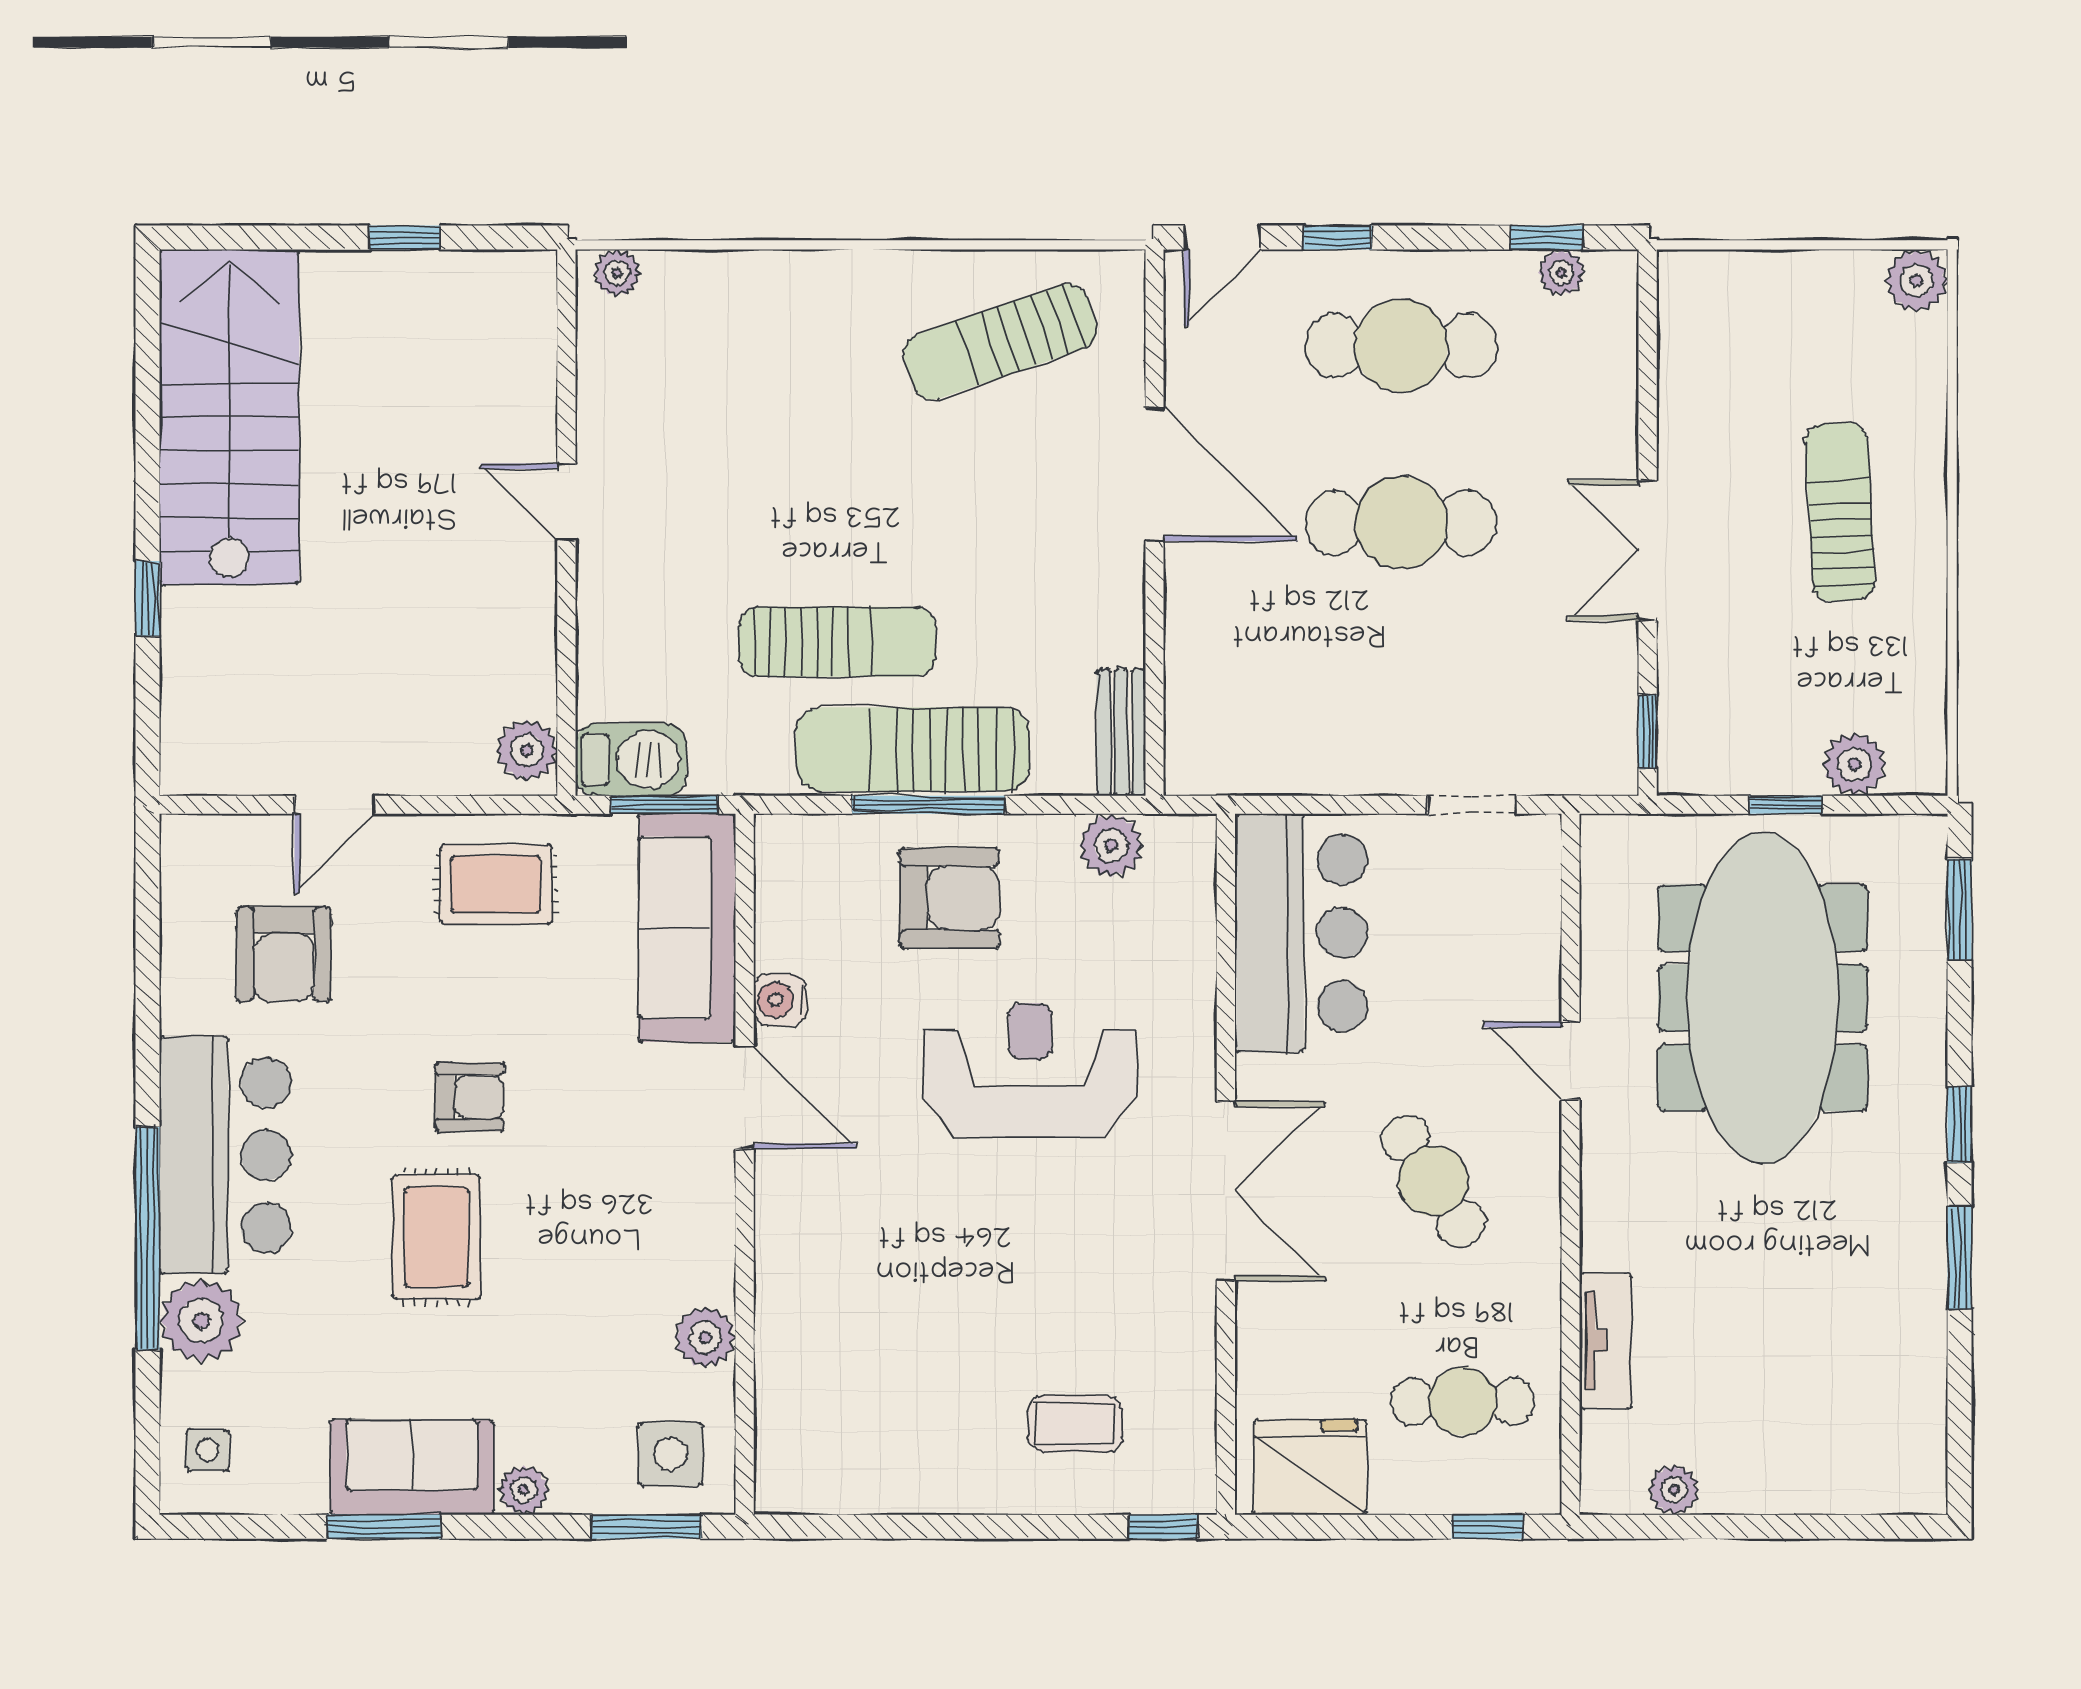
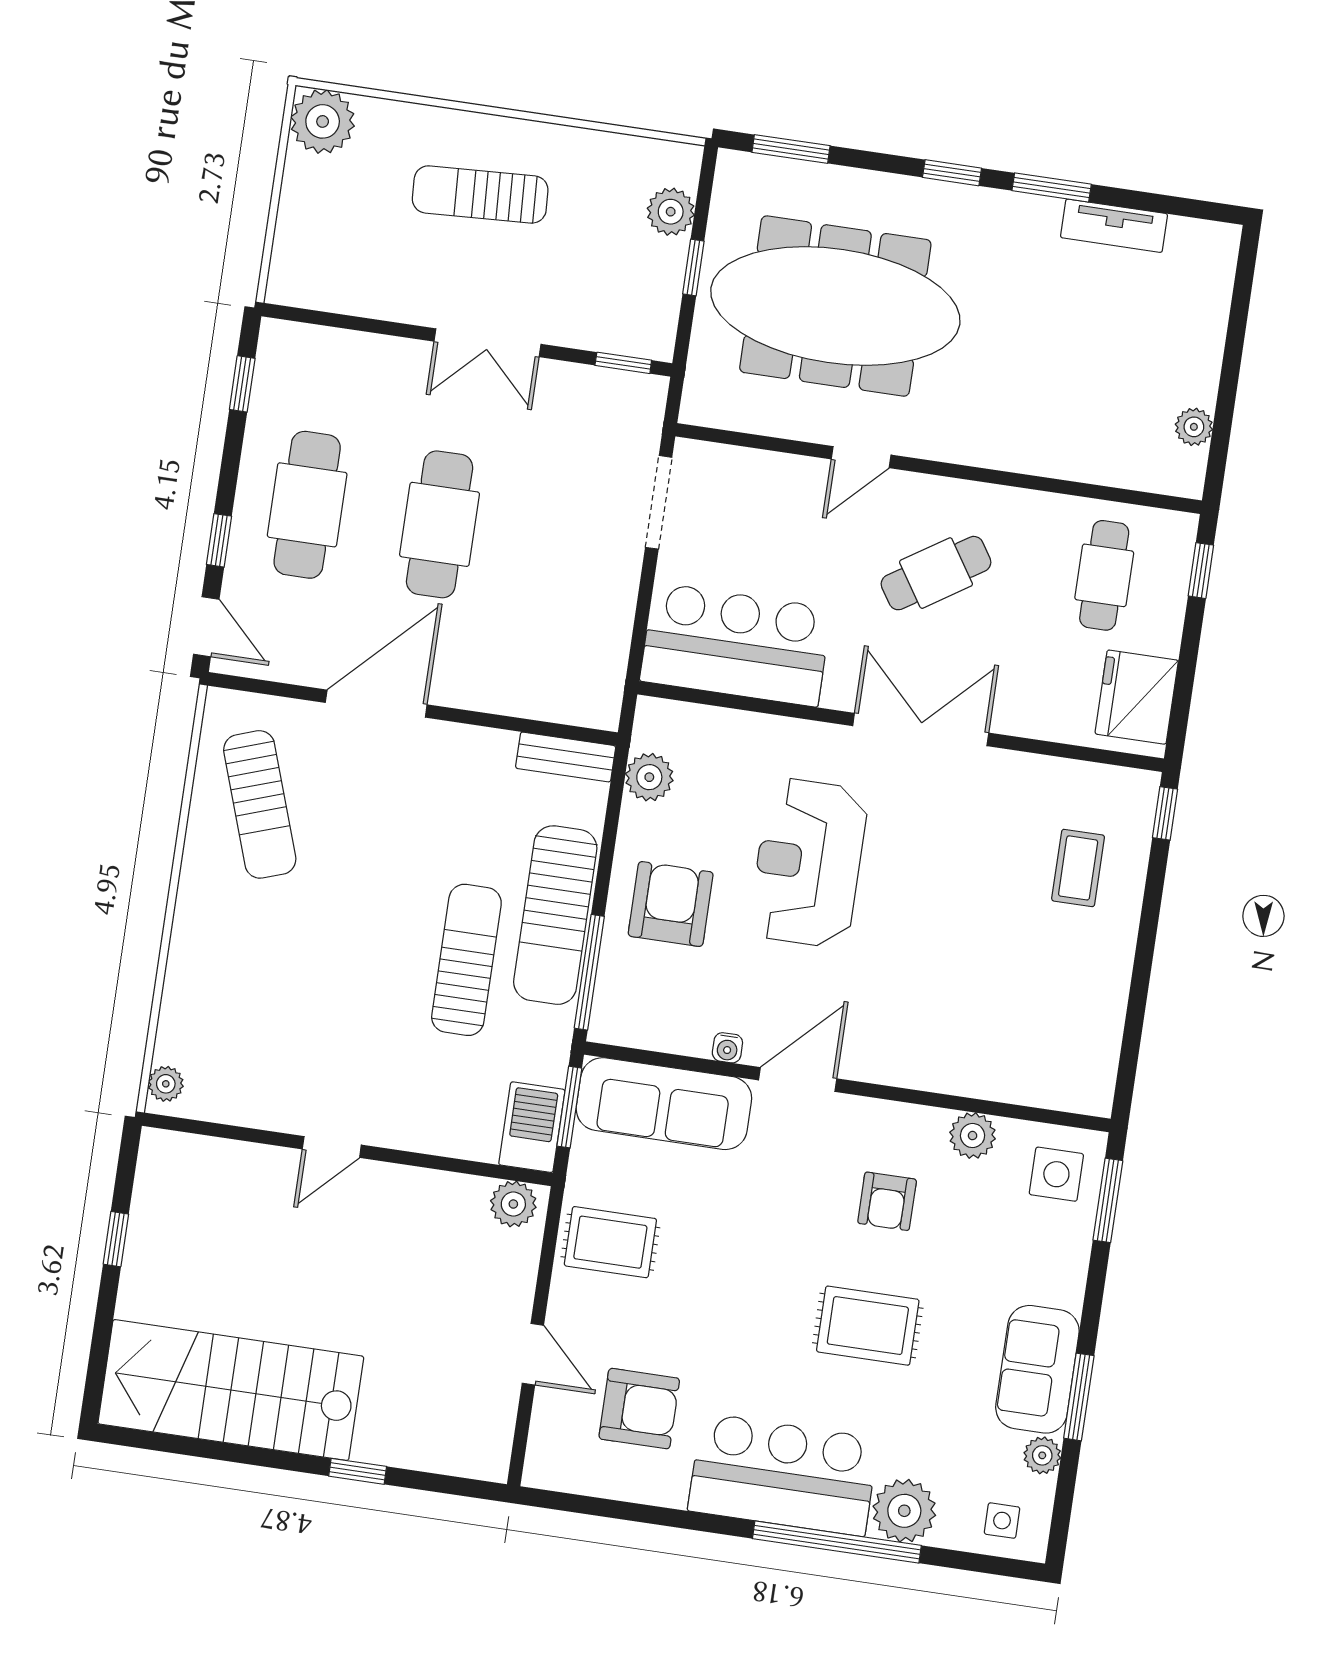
plant: (1561, 273) -> (270, 377), removed
plant: (1916, 281) -> (323, 121), width x1.36, depth x1.36
window: (928, 805) -> (589, 972), moved
doorway: (1472, 805) -> (659, 502), width x1.38
rug: (496, 884) -> (610, 1242), turned 90
water cooler: (780, 1000) -> (727, 1048), width x0.72, depth x0.72
armchair: (469, 1097) -> (887, 1201), moved, turned 180
tv unit: (1605, 1341) -> (1114, 226), moved, turned 180
plant: (524, 1490) -> (1042, 1455), moved

